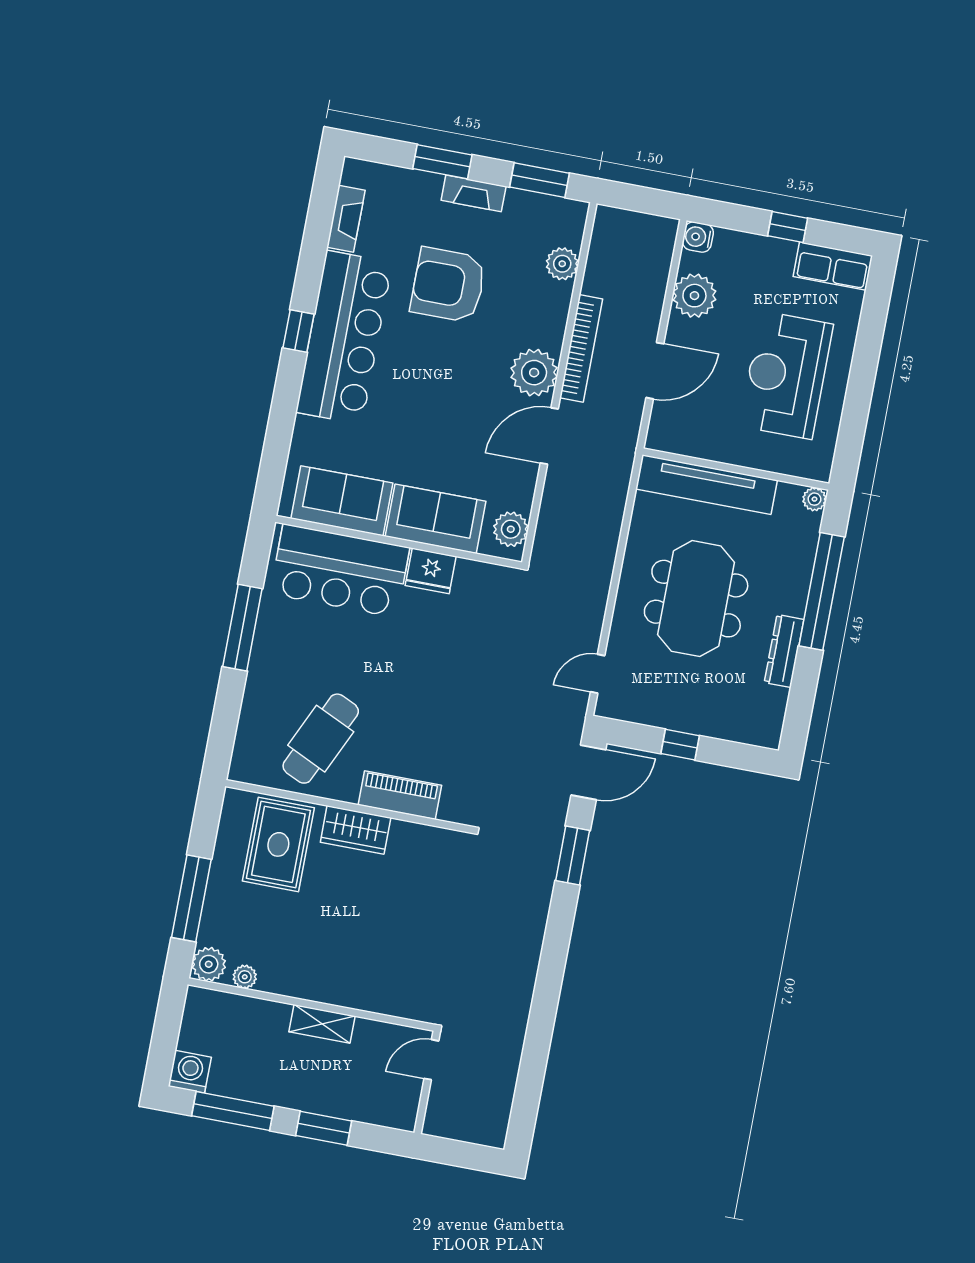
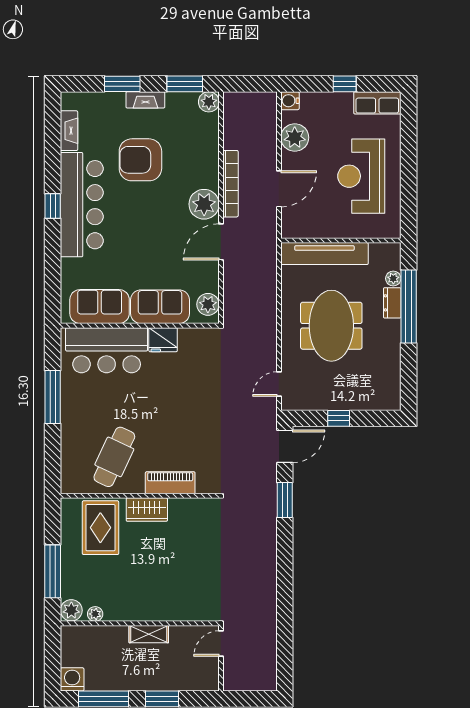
plant: (562, 264) -> (209, 102), moved
plant: (814, 499) -> (393, 278), moved
dresser: (784, 651) -> (392, 303), moved, width x0.70

